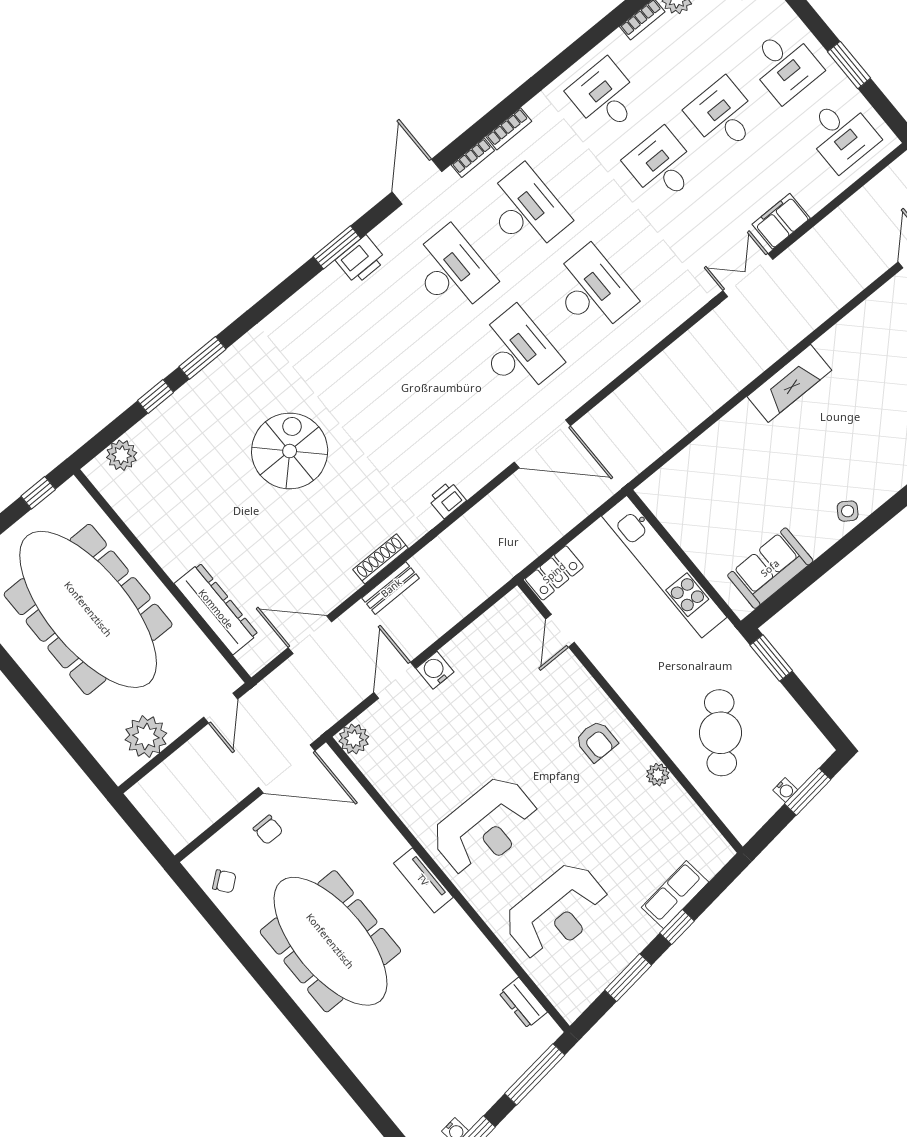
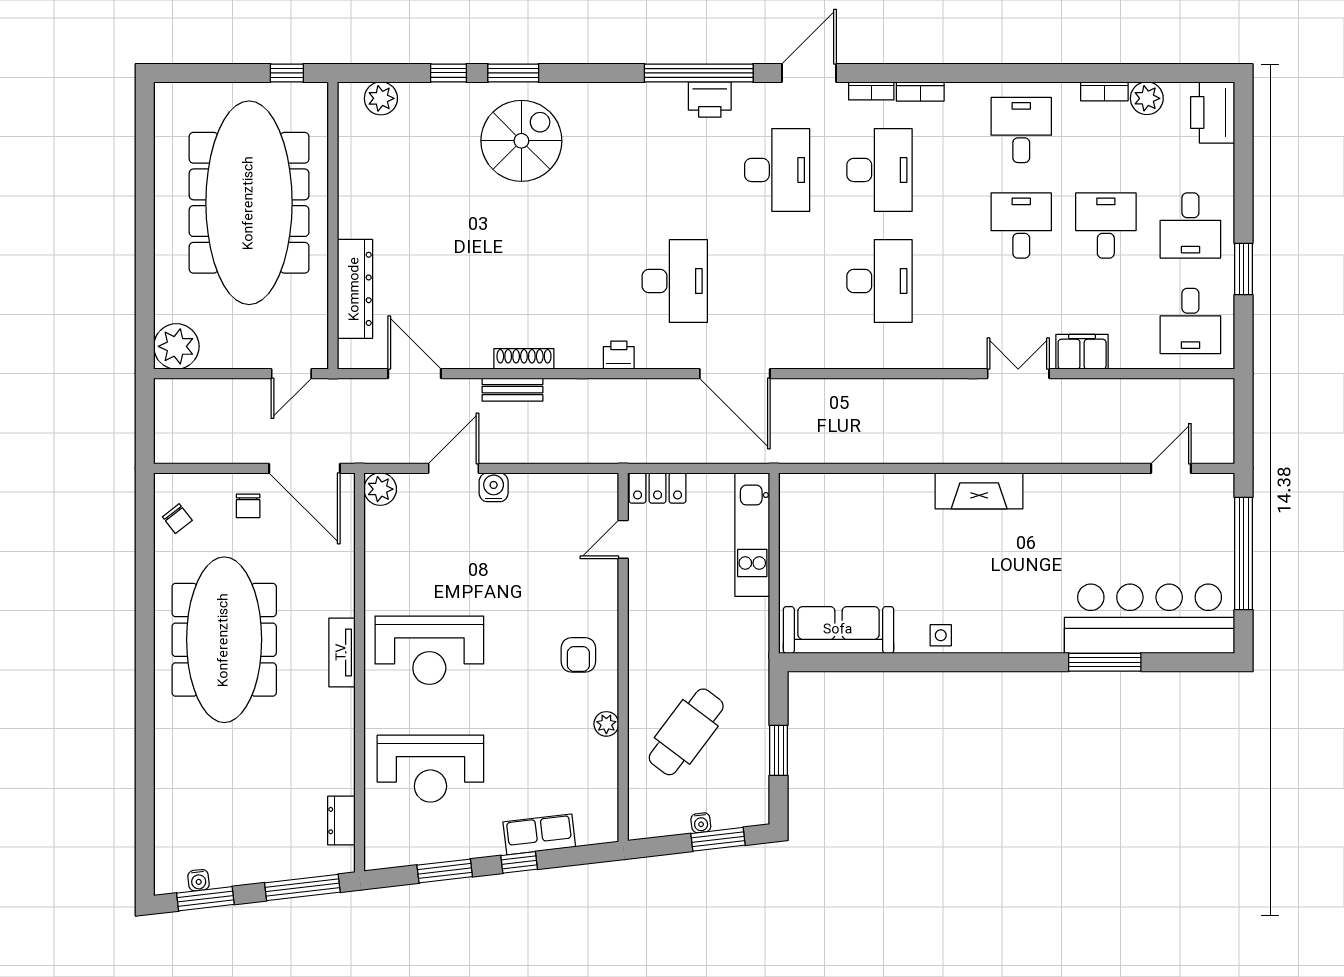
window: (337, 247) -> (699, 73), width x2.11
desk: (518, 352) -> (675, 281), moved
spiral stairs: (290, 451) -> (521, 141), moved
side table: (848, 511) -> (941, 635), turned -34
kitchen unit: (664, 567) -> (752, 535), width x0.73
sofa: (770, 568) -> (838, 630), width x1.36
window: (771, 658) -> (779, 750), moved
plant: (146, 737) -> (176, 346), moved

